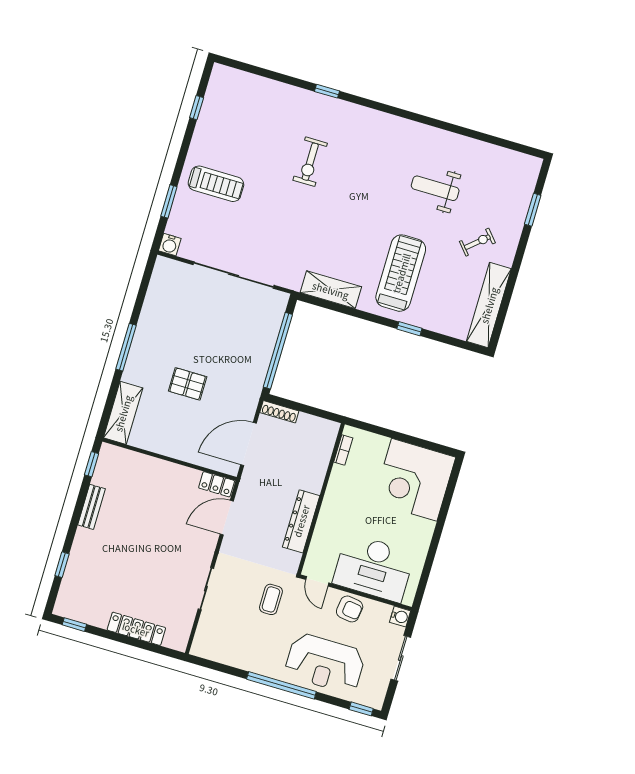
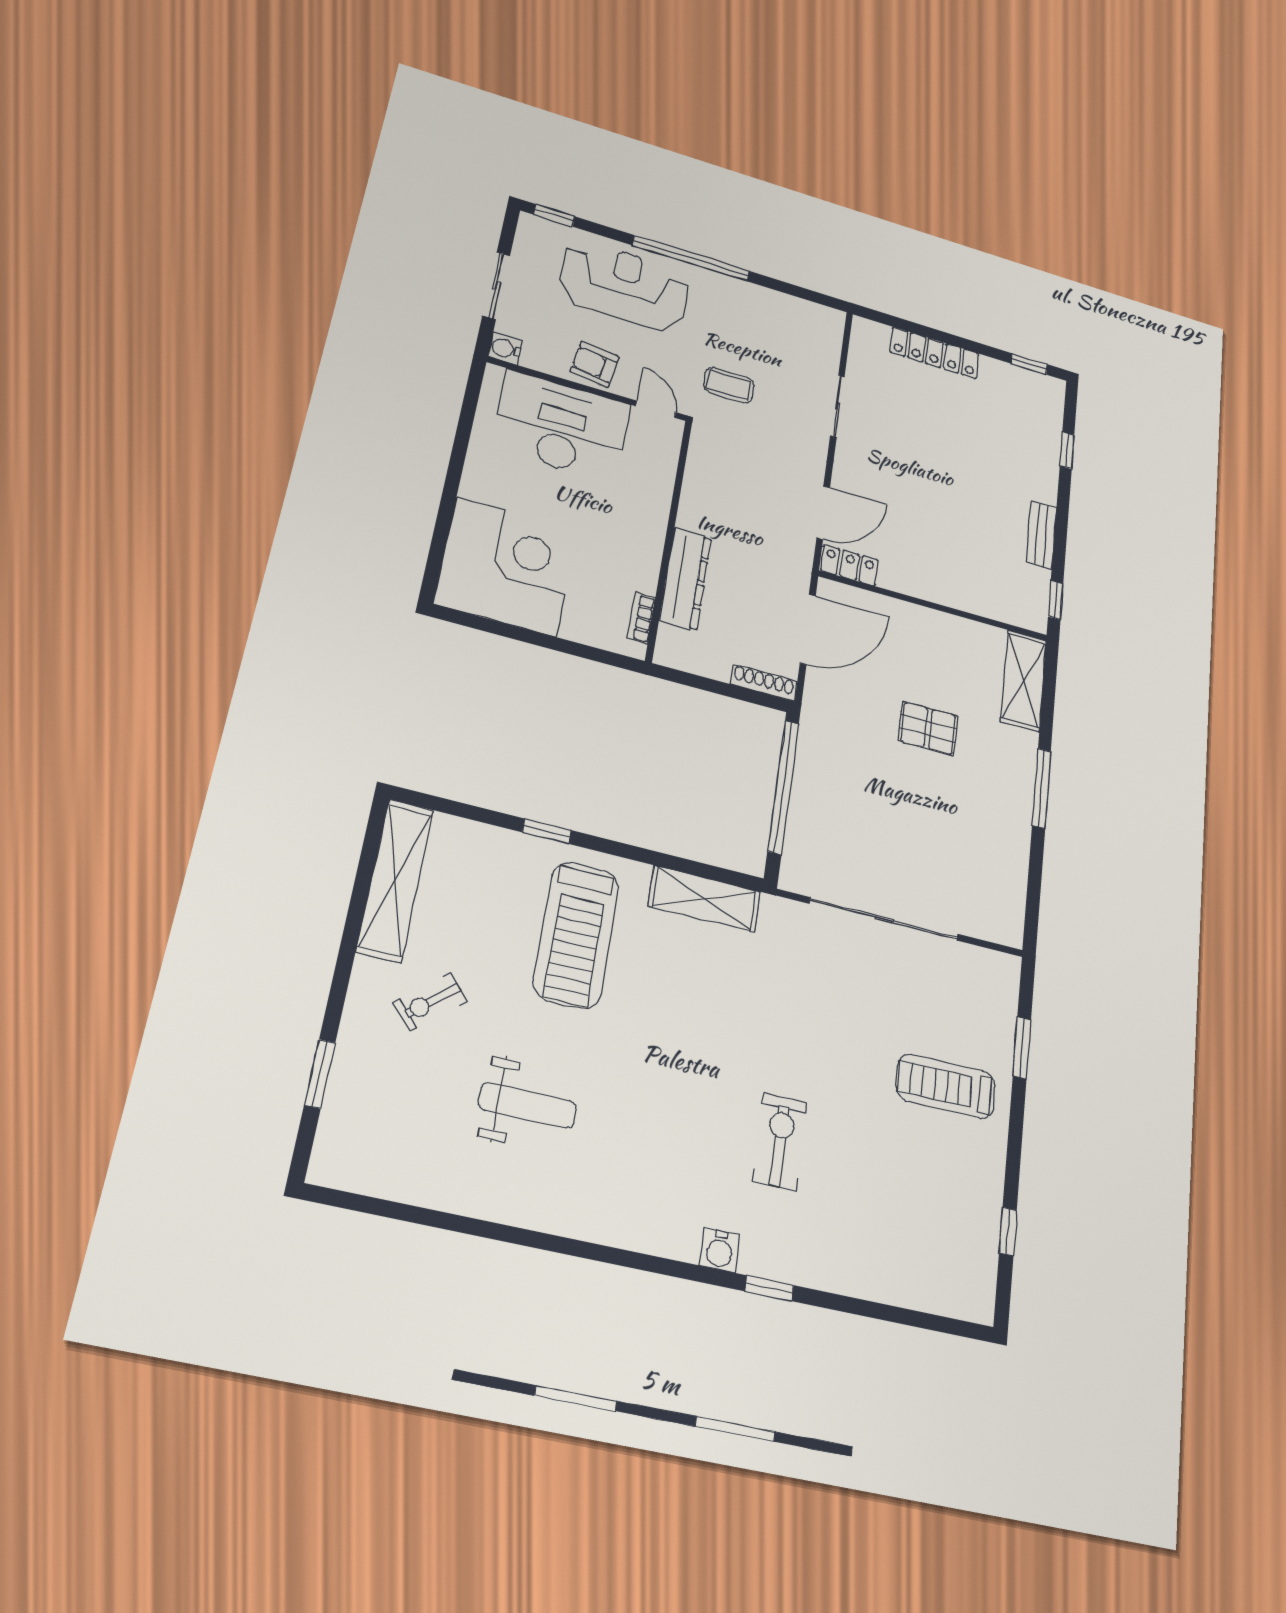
water cooler: (170, 245) -> (720, 1250), moved, turned 180
dresser: (301, 521) -> (685, 579), moved
coffee table: (271, 599) -> (729, 385), turned 90

